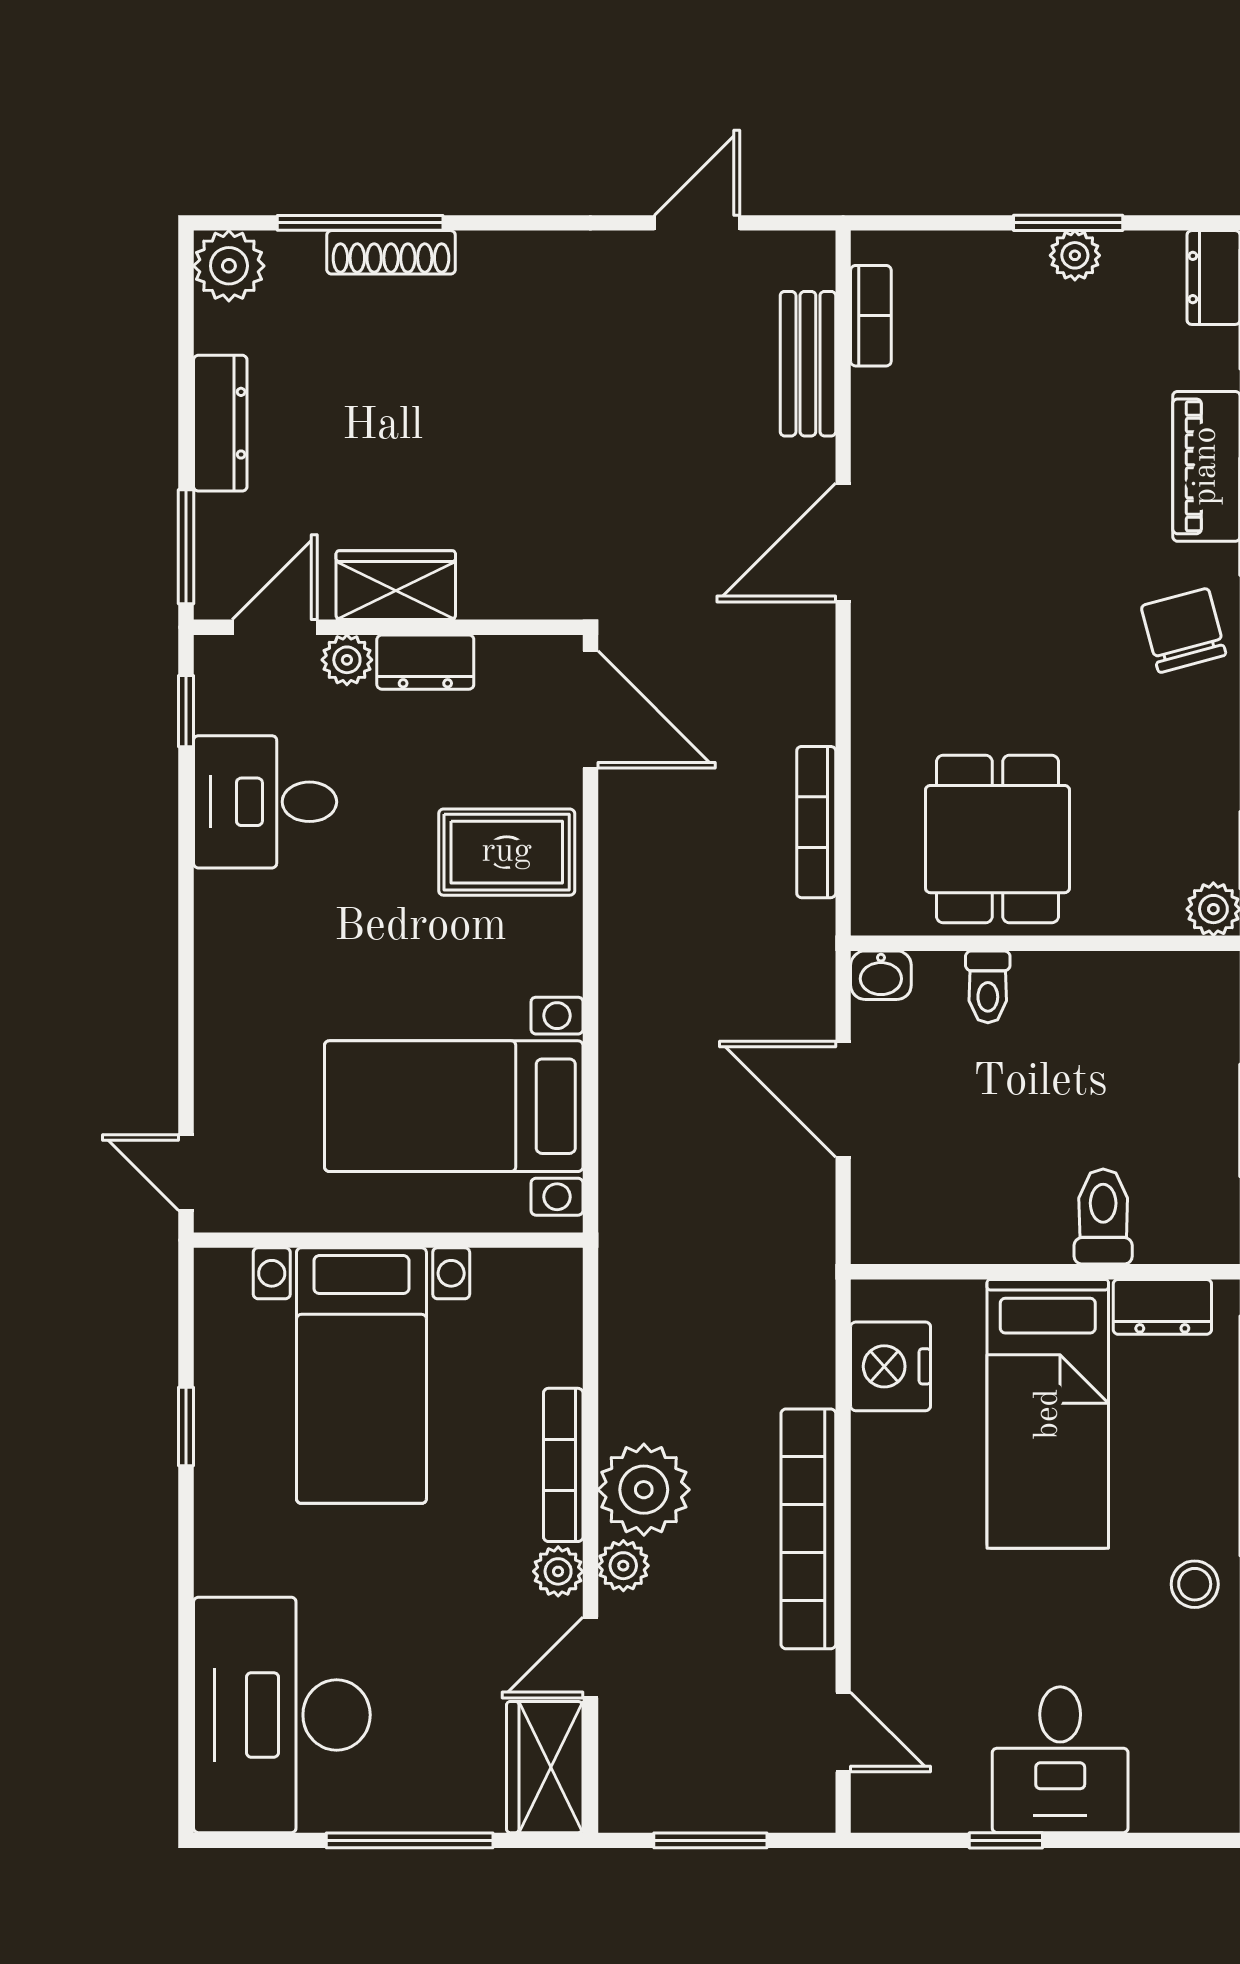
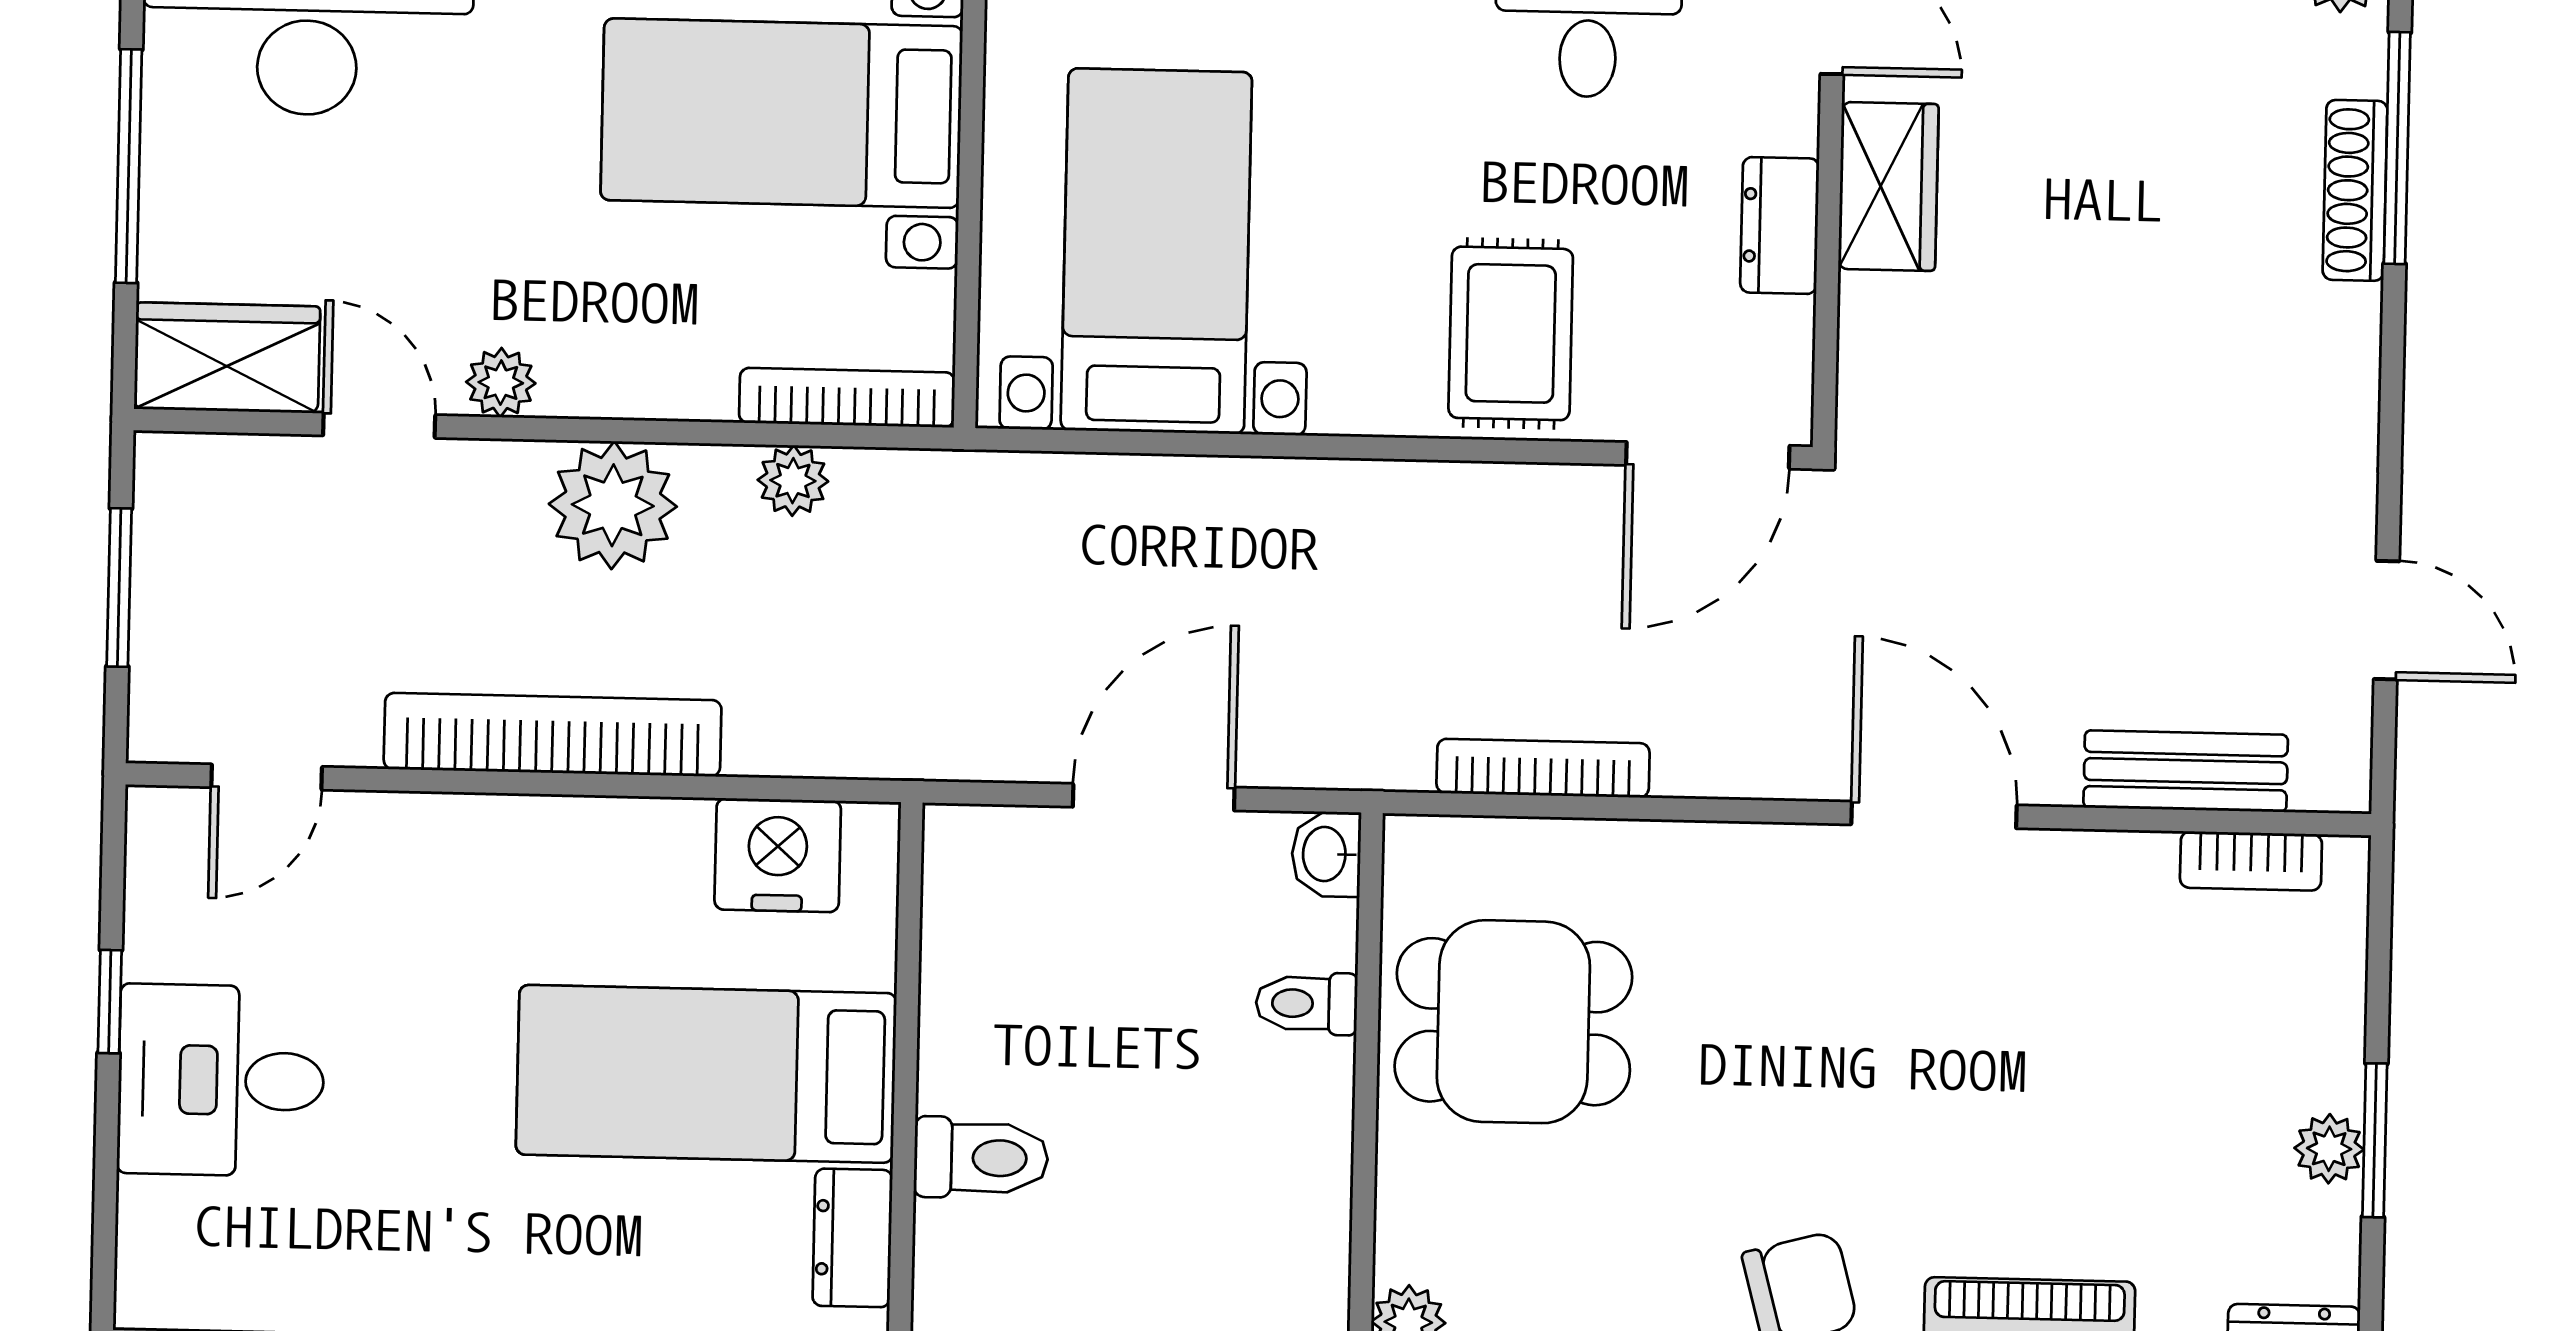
plant: (347, 660) -> (1785, 116), removed
bookcase: (563, 1465) -> (847, 398), moved
plant: (623, 1566) -> (793, 481), moved
stool: (1195, 1584) -> (463, 1274), removed

